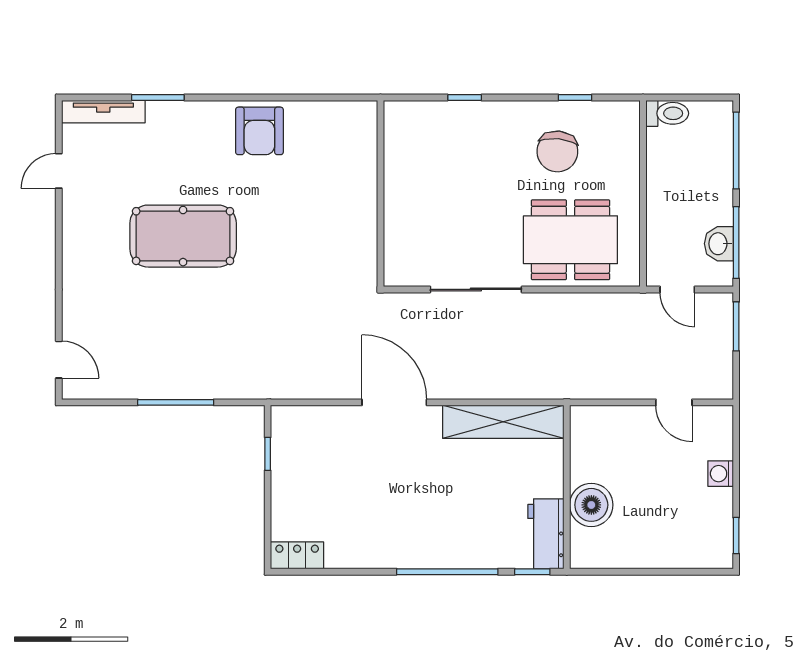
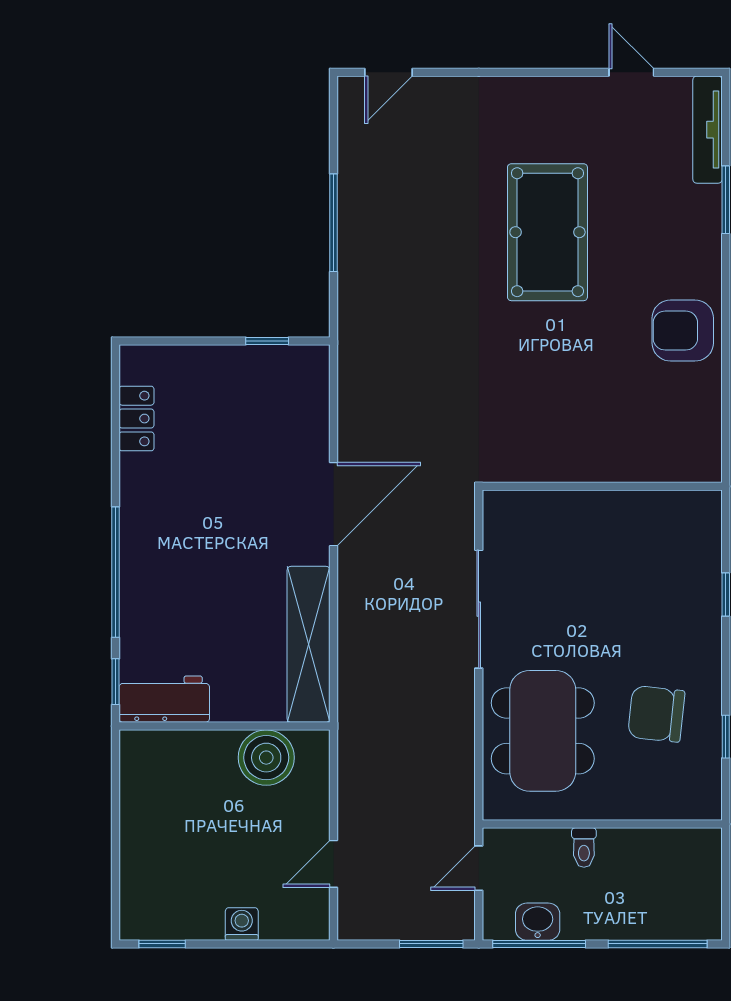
toilet: (667, 113) -> (584, 848), moved, width x0.73, depth x0.72
boiler: (591, 505) -> (266, 758), moved
locker: (297, 555) -> (136, 419), moved

